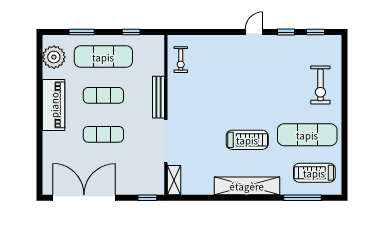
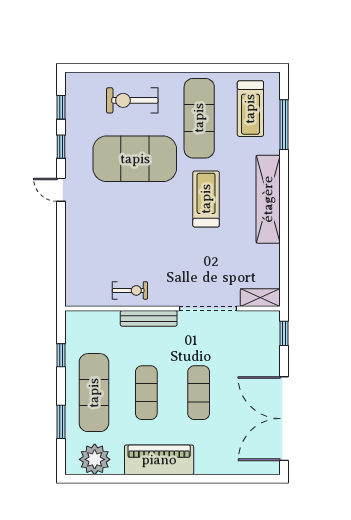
exercise bike: (181, 60) -> (130, 290), moved
exercise bike: (320, 85) -> (132, 100), turned 180
exercise mat: (277, 87) -> (135, 159), added

